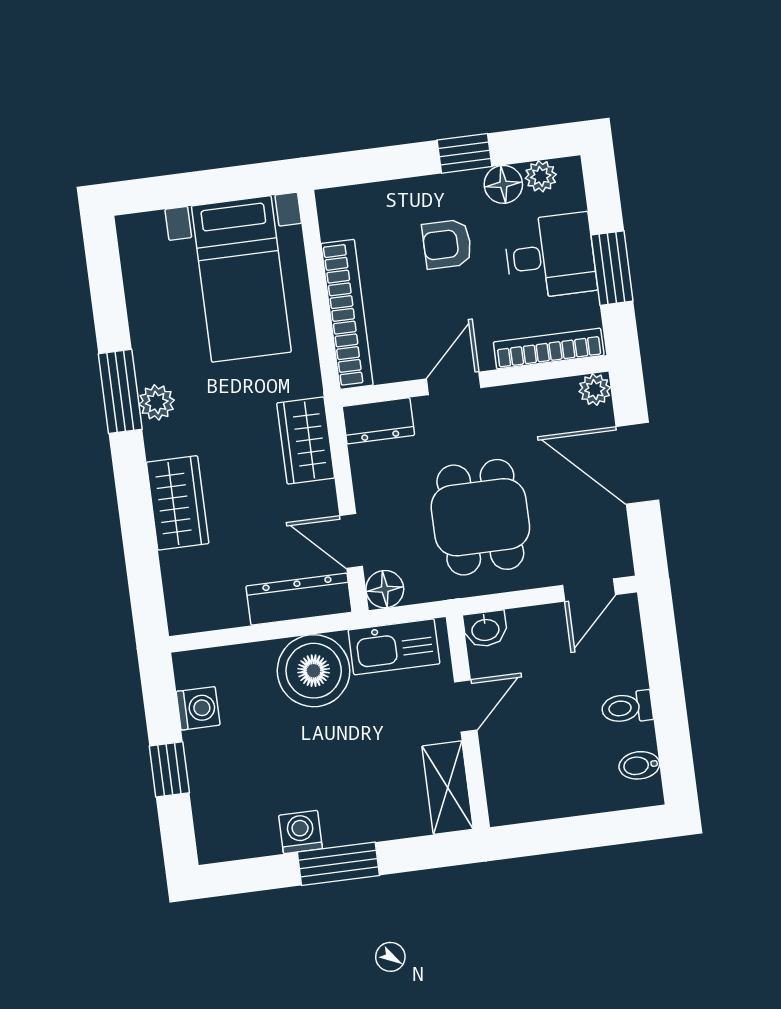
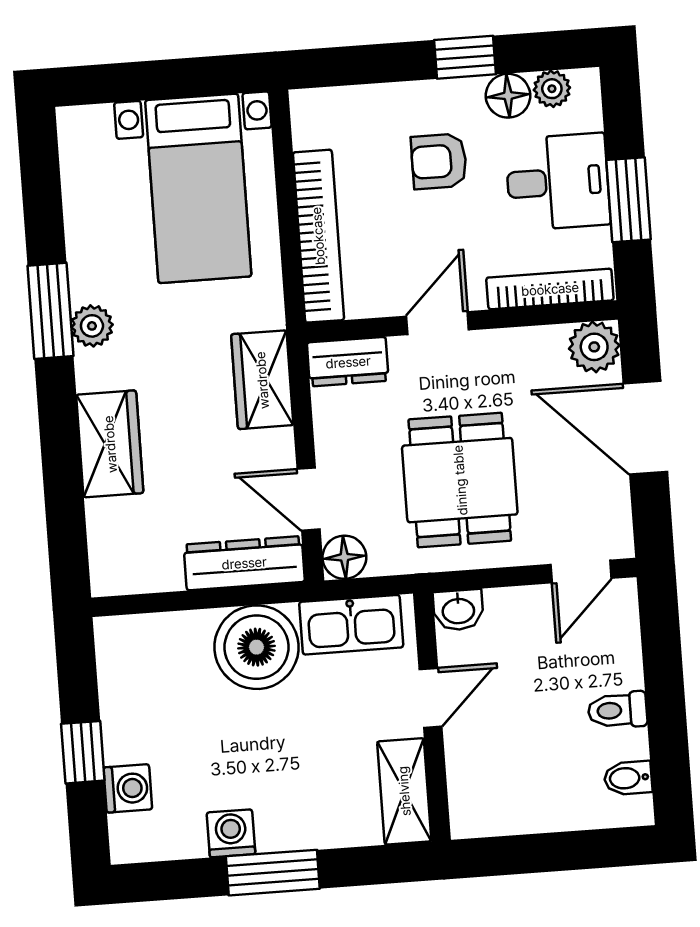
plant: (595, 390) -> (594, 347), width x1.38, depth x1.38
washing machine: (198, 708) -> (128, 788), moved

